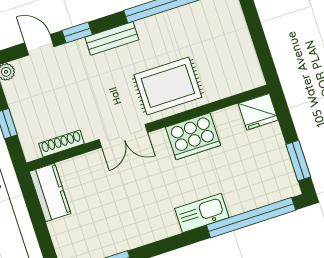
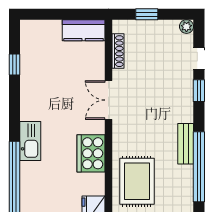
bench: (112, 38) -> (186, 144), moved
rug: (168, 86) -> (137, 181), moved

